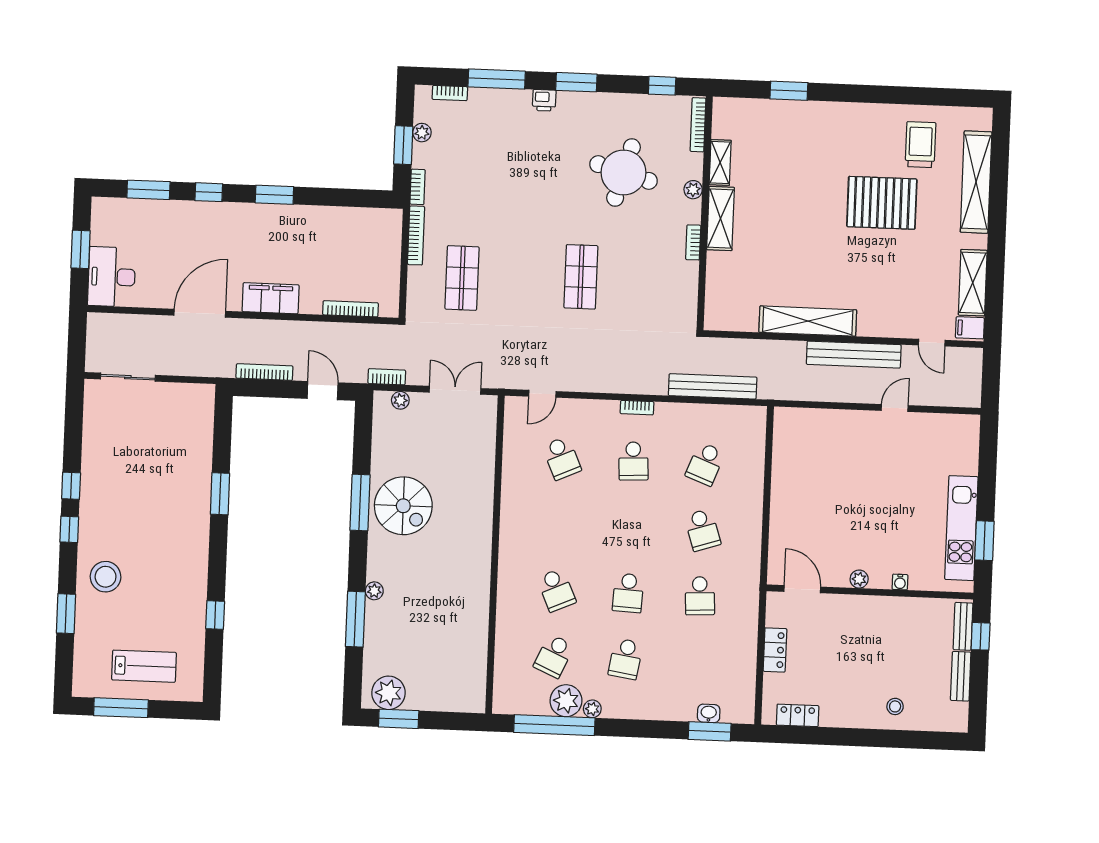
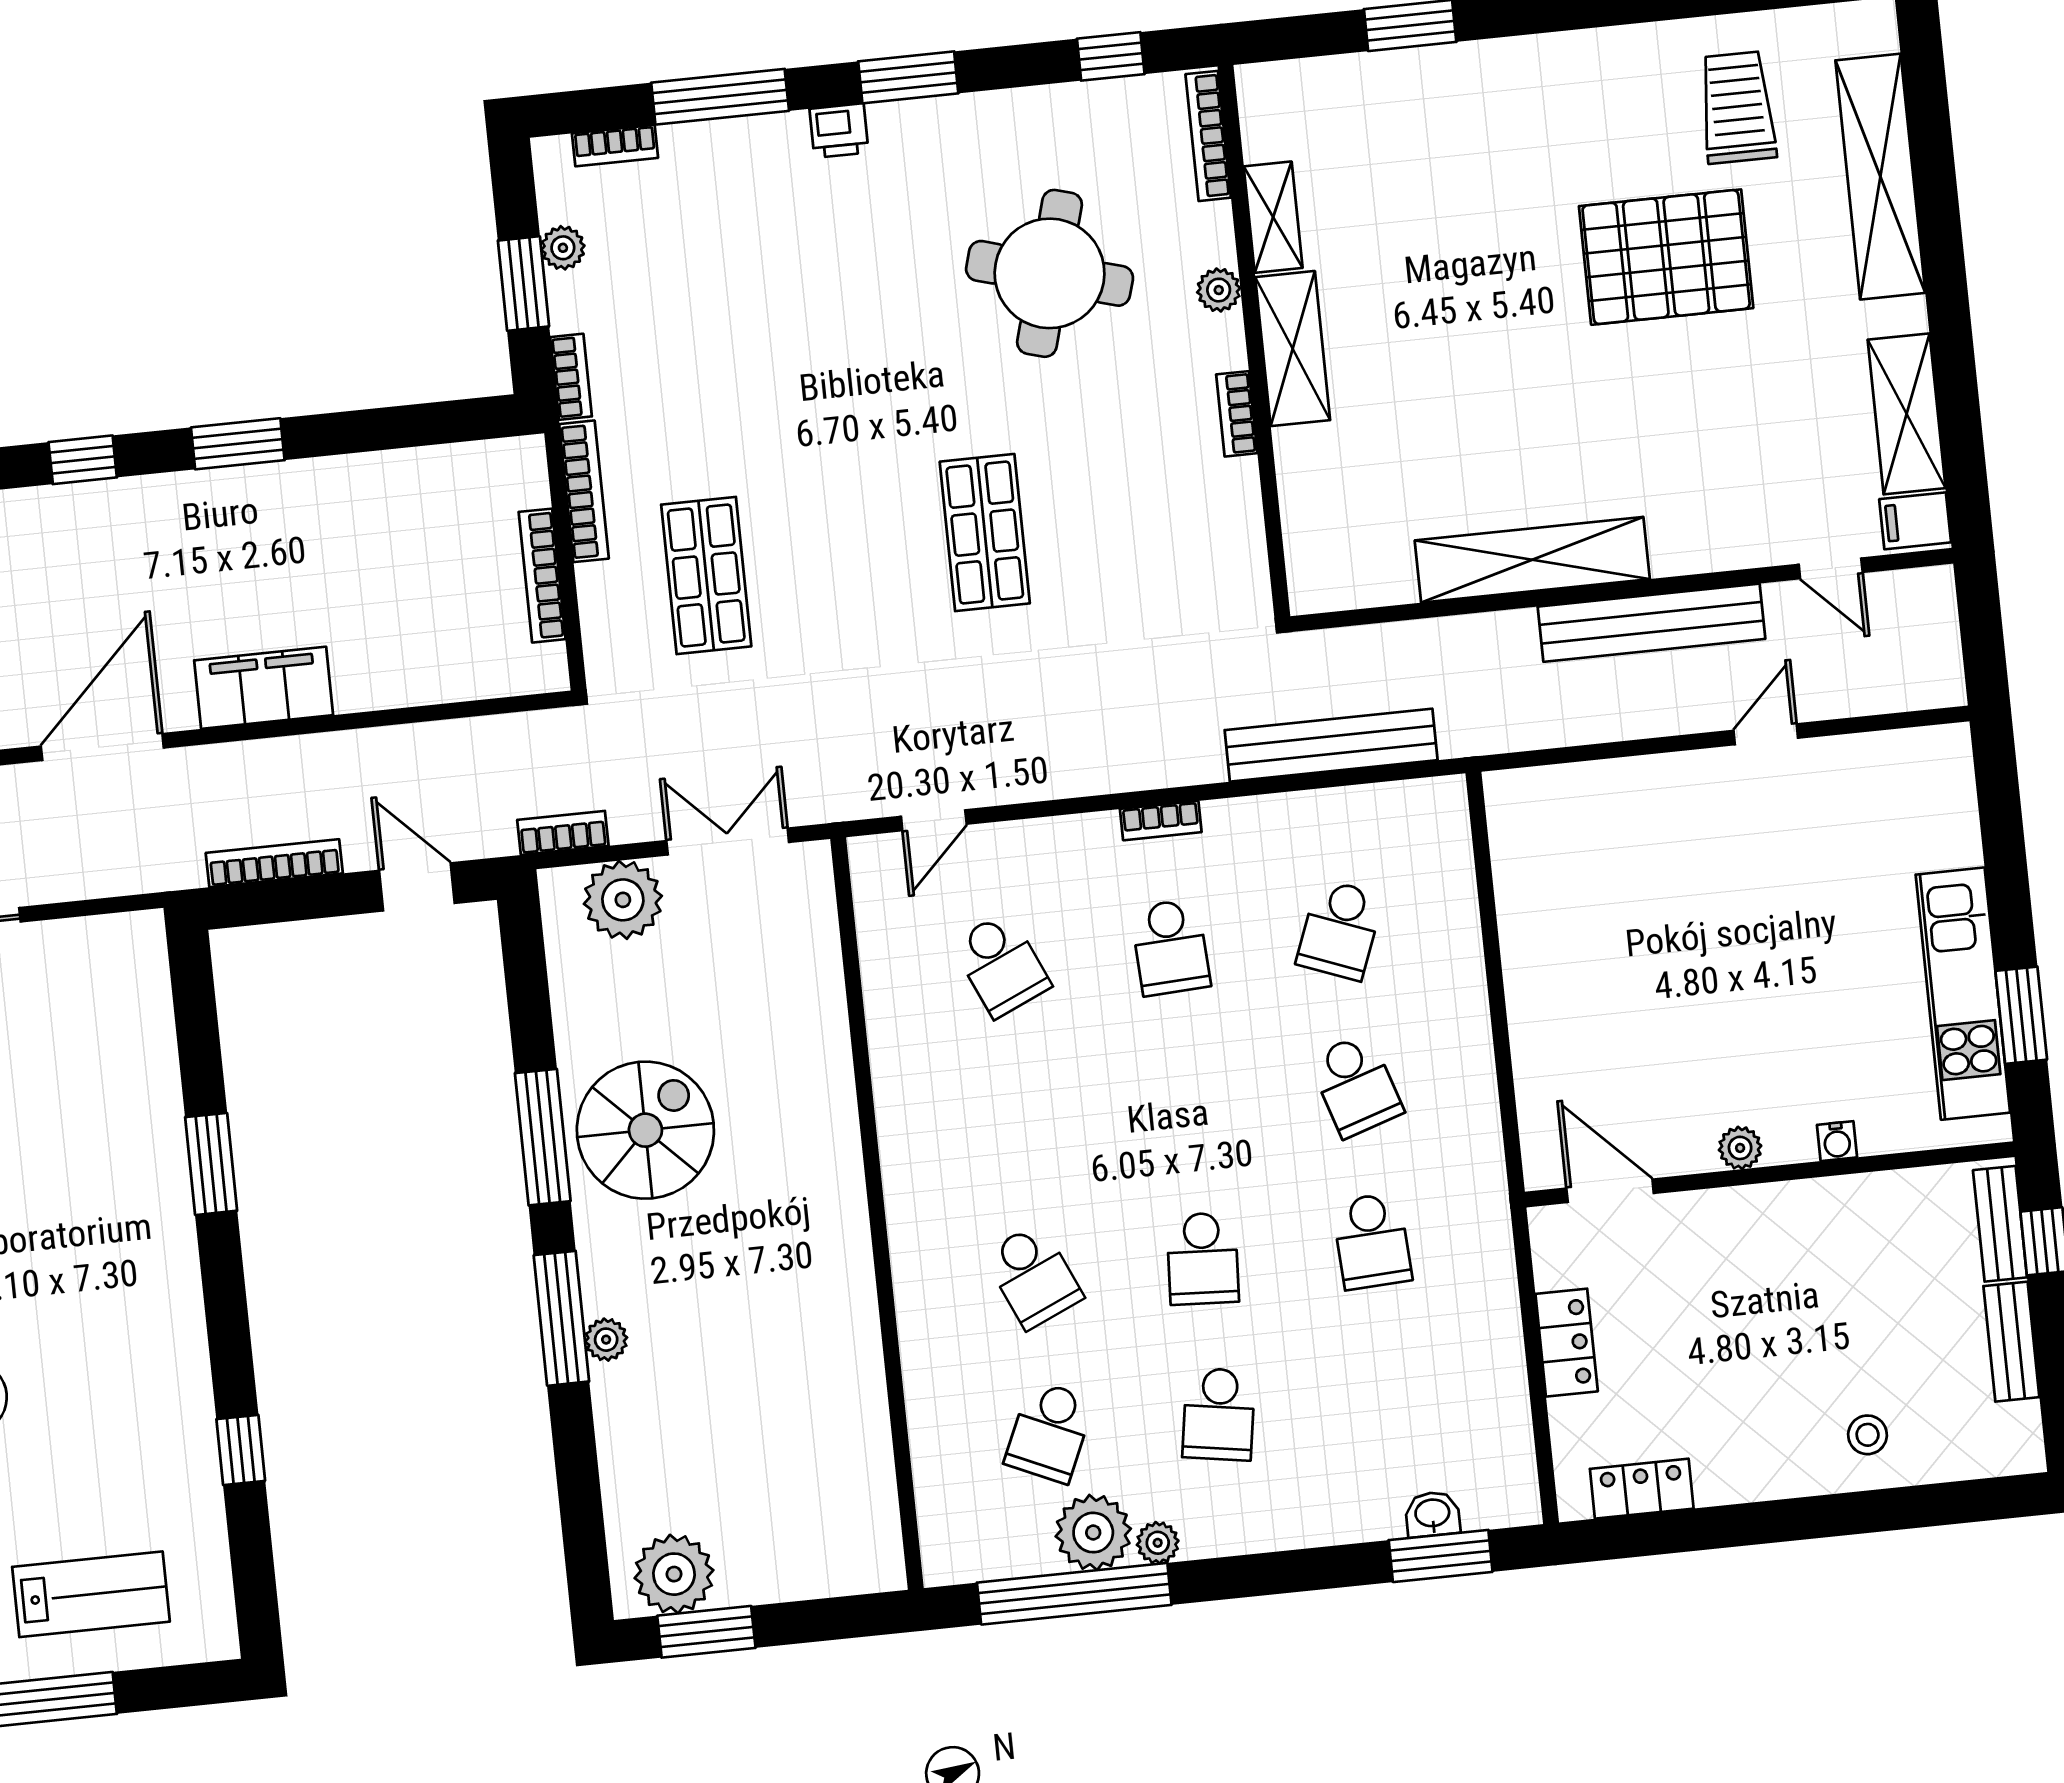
bookcase: (350, 309) -> (542, 576), moved, turned -90
plant: (400, 400) -> (623, 900), width x1.88, depth x1.88
spiral stairs: (403, 506) -> (645, 1130), turned -90
window: (355, 619) -> (561, 1318), moved

